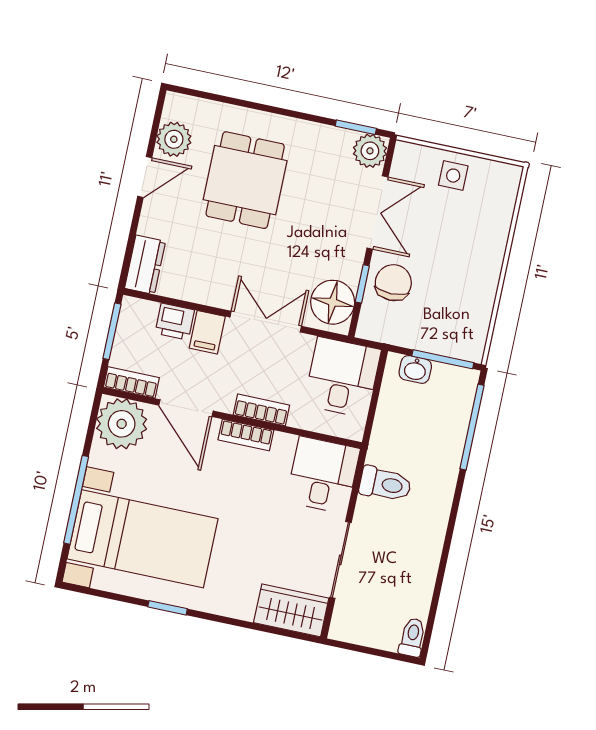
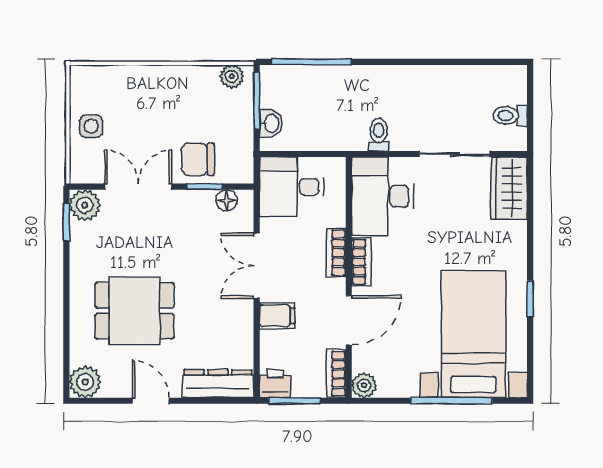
plant: (174, 139) -> (85, 382), moved
dresser: (145, 265) -> (218, 384), width x1.44
floor lamp: (333, 302) -> (227, 200), width x0.53, depth x0.53
printer: (175, 322) -> (275, 384), moved, turned -90
plant: (475, 338) -> (232, 76), added
plant: (122, 424) -> (364, 385), width x0.53, depth x0.53
desk: (323, 475) -> (383, 196), width x1.37
toilet: (385, 484) -> (379, 135), width x0.73, depth x0.72
toilet: (412, 637) -> (510, 116), moved

